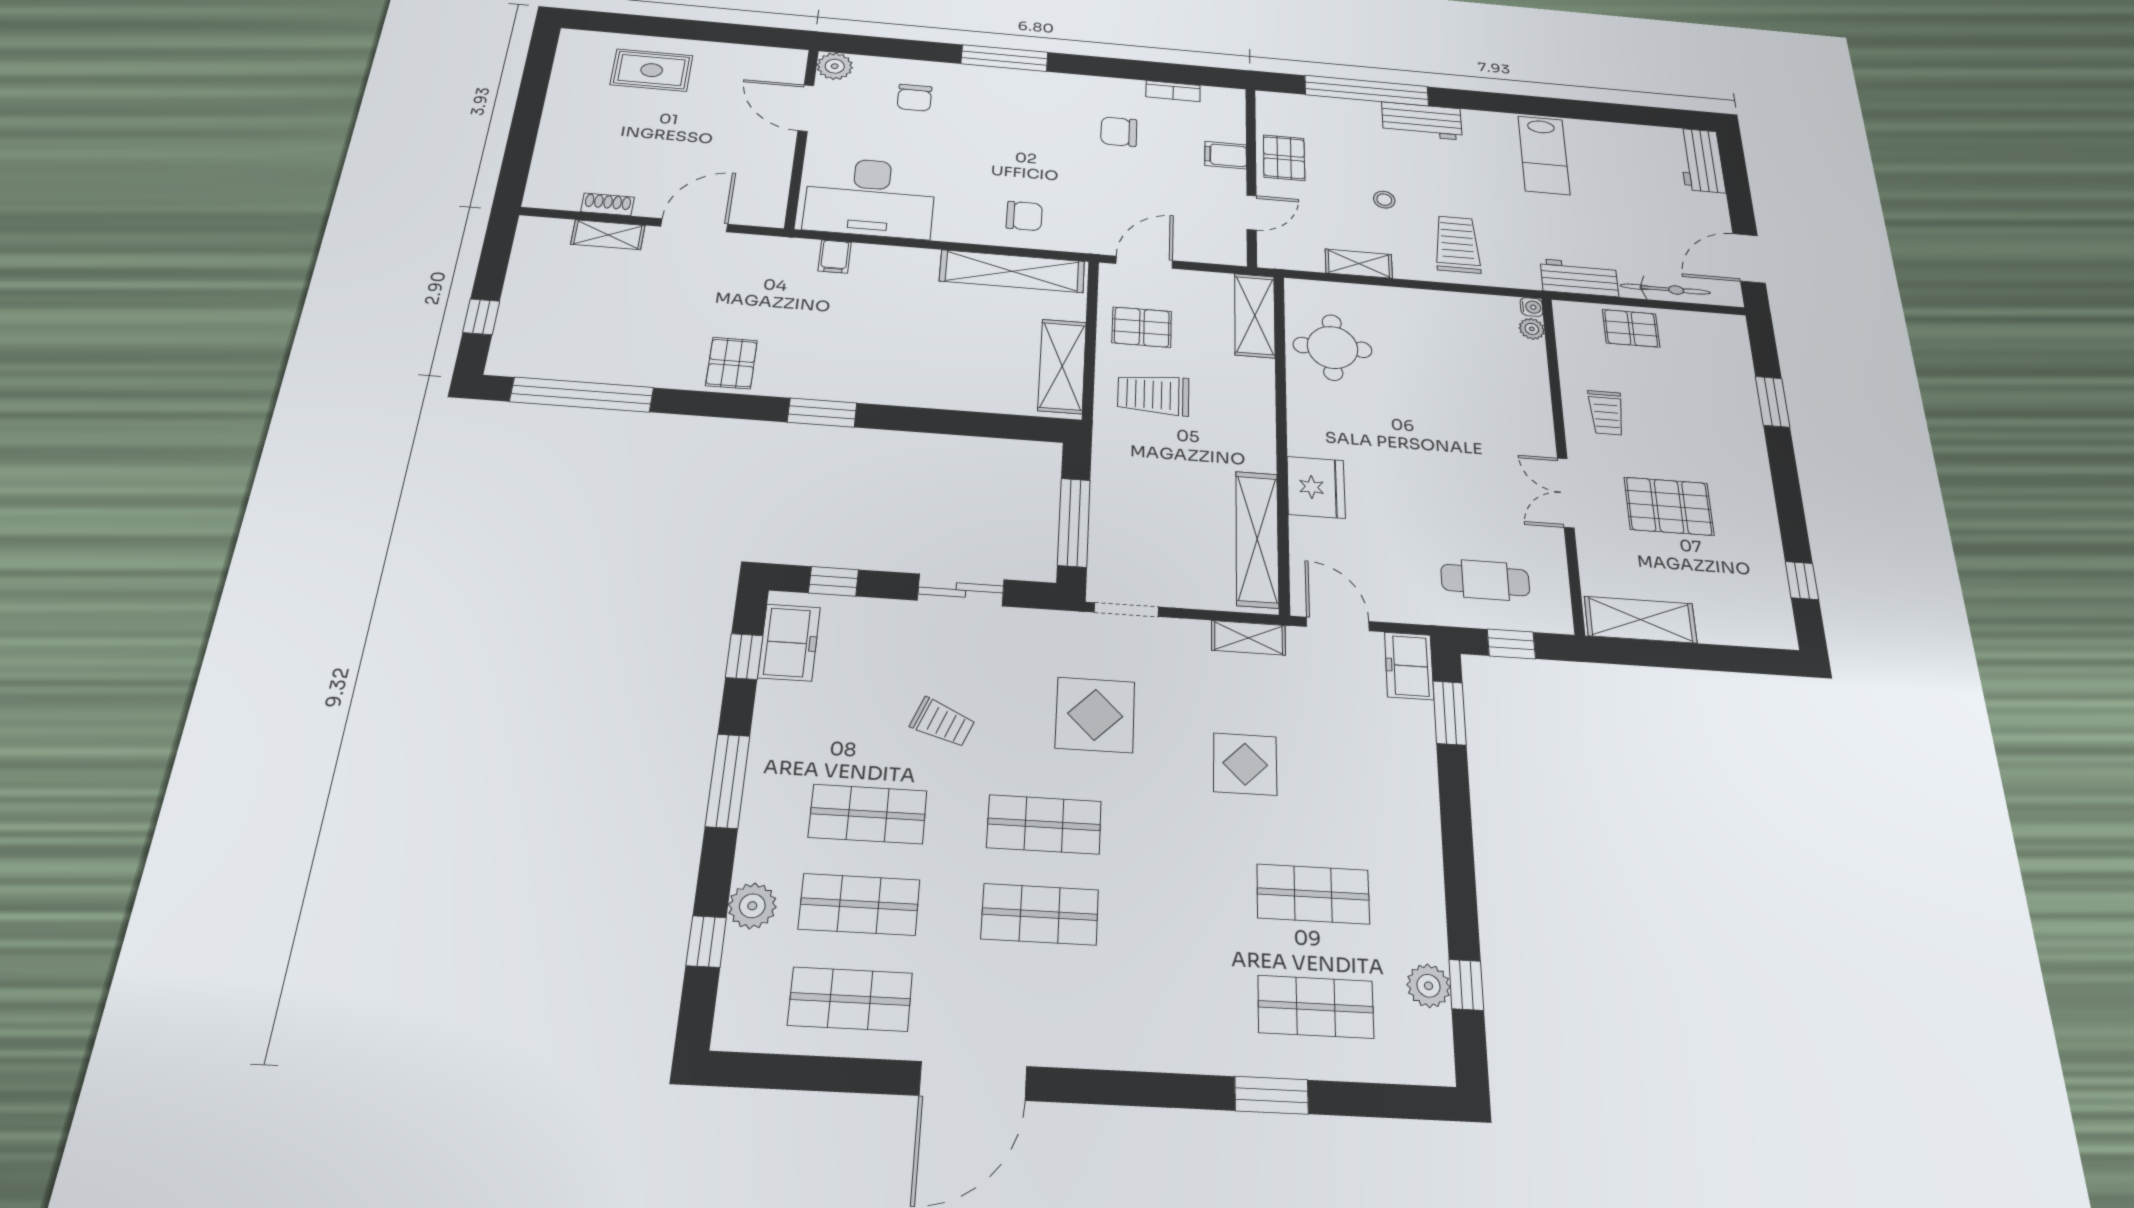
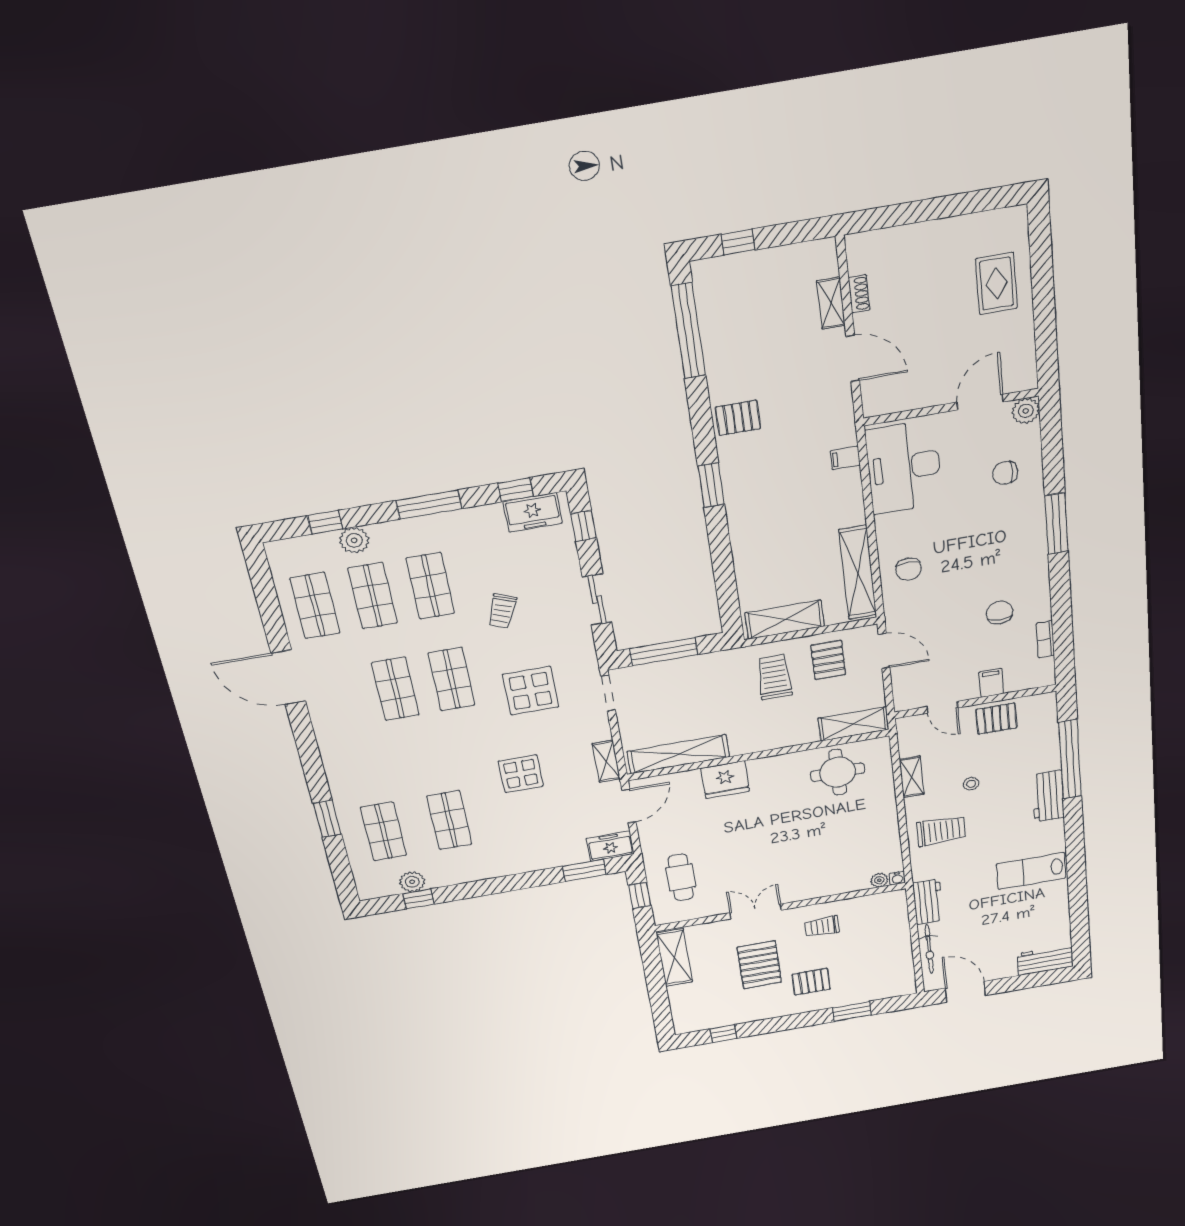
pallet: (1631, 328) -> (811, 982), moved, turned 90

